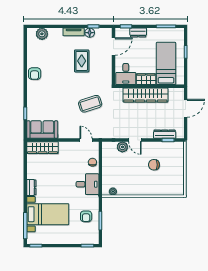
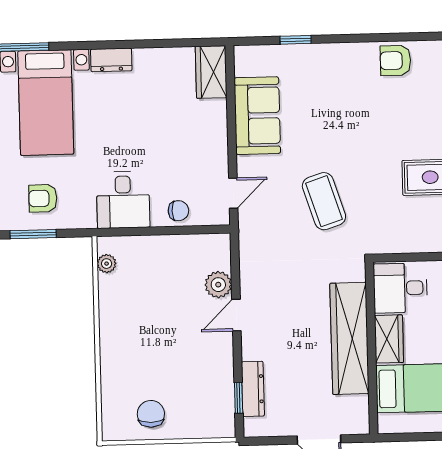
sofa: (42, 130) -> (257, 116), moved
wardrobe: (42, 148) -> (211, 72), width x0.67
chair: (154, 165) -> (151, 414), moved

